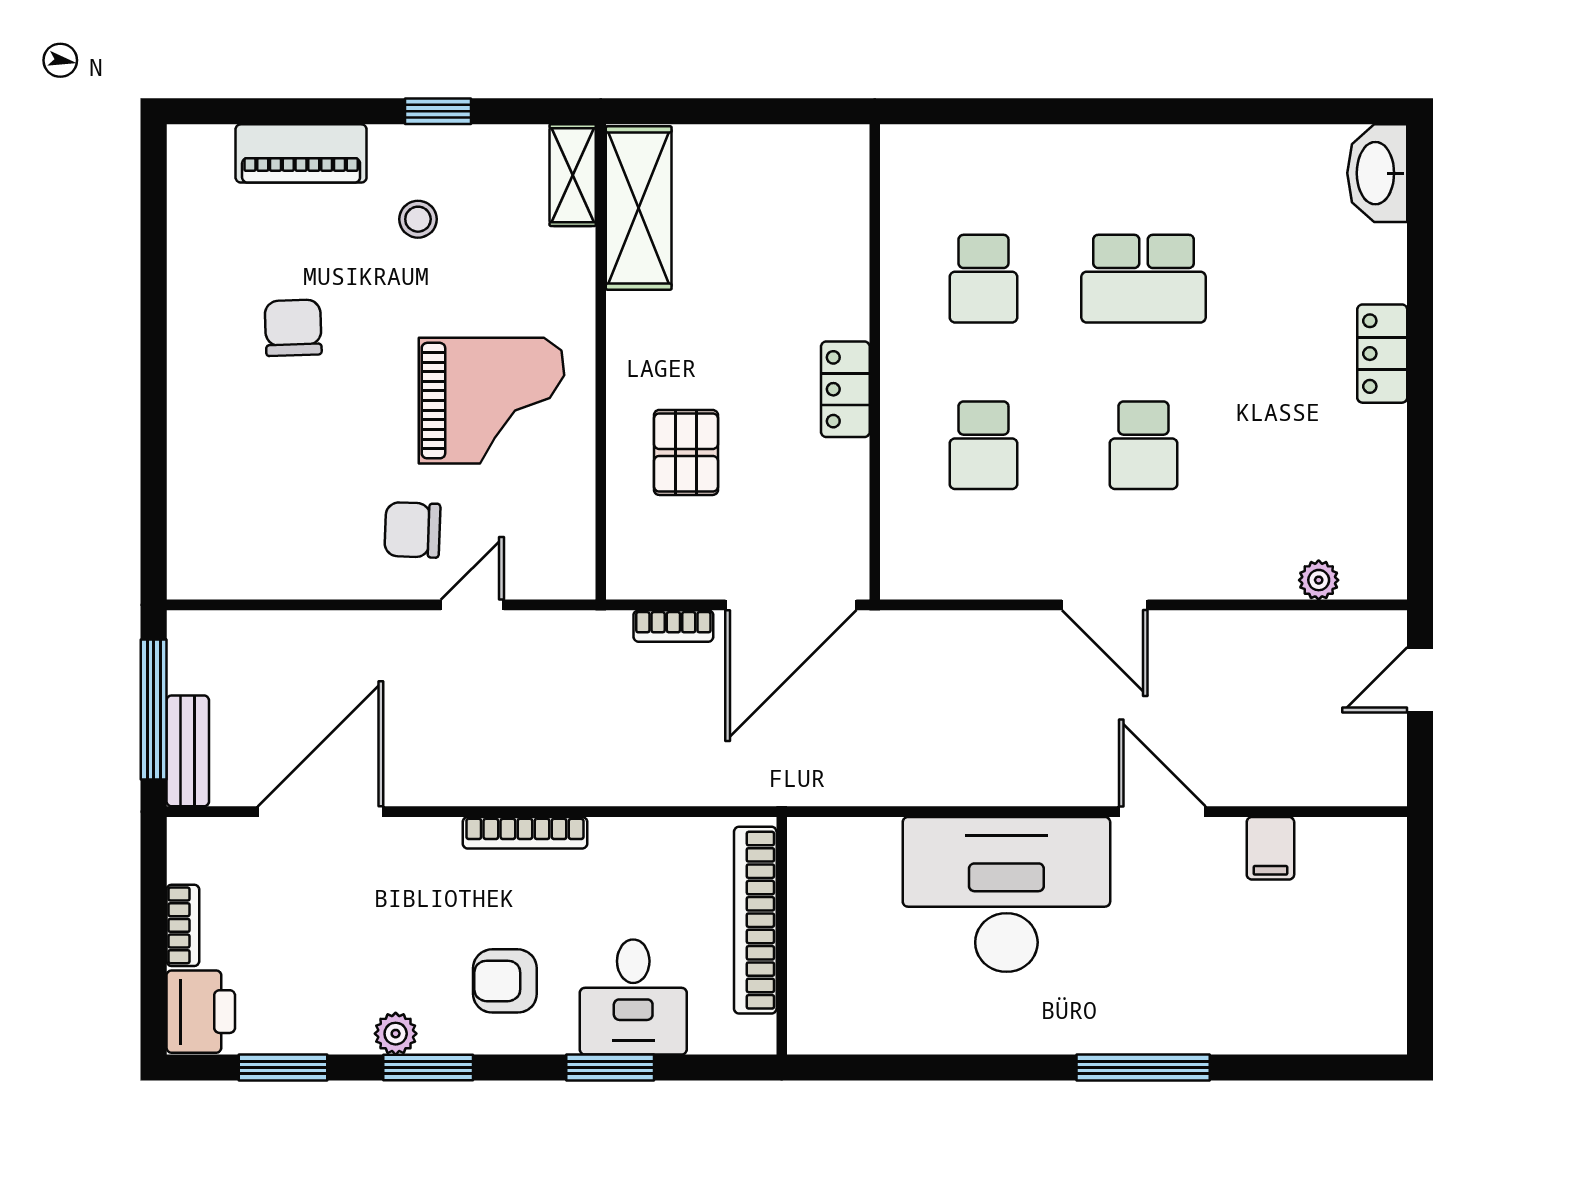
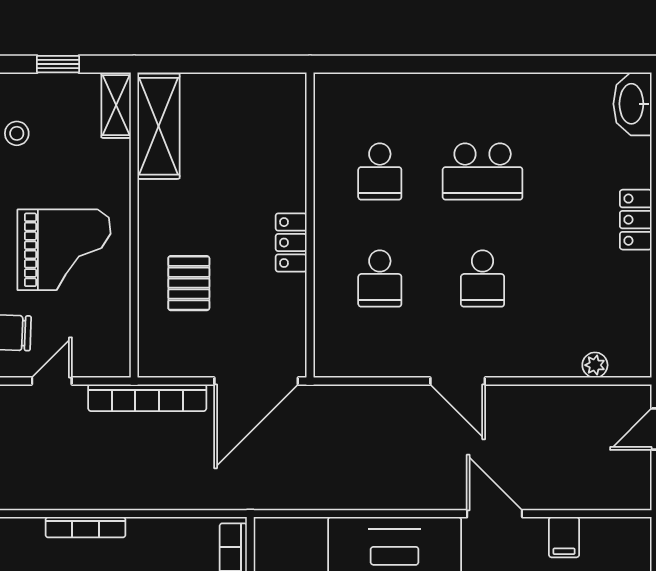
window: (438, 111) -> (58, 64), moved
bookcase: (673, 626) -> (147, 398), width x2.31, depth x1.31

